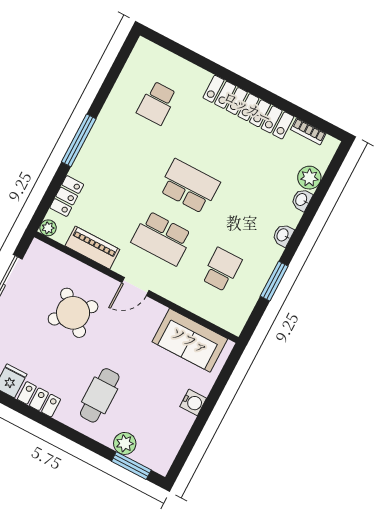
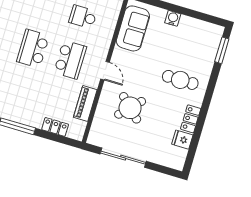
plant: (48, 228) -> (78, 135), removed
plant: (125, 443) -> (208, 57), removed

